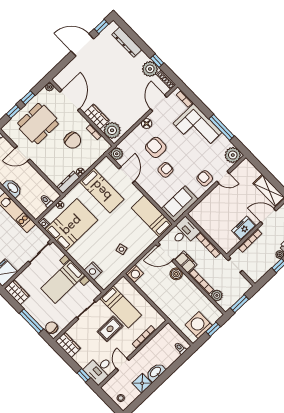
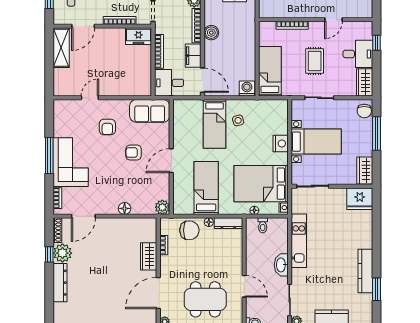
dresser: (127, 42) -> (60, 283), moved
floor lamp: (147, 124) -> (125, 208), moved
window: (222, 127) -> (49, 156), moved
plant: (112, 130) -> (147, 231), removed
chair: (73, 140) -> (189, 230), moved, turned 90
armchair: (156, 147) -> (123, 180), removed
plant: (233, 155) -> (63, 109), removed
door: (127, 175) -> (171, 161), moved
door: (223, 177) -> (90, 98), hinge flipped
armchair: (205, 178) -> (107, 127), moved
bed: (152, 216) -> (215, 124), moved
door: (268, 216) -> (83, 26), hinge flipped
freezer: (244, 228) -> (139, 36), moved
nightstand: (93, 271) -> (281, 144), moved
boiler: (176, 274) -> (211, 33), moved
bed: (121, 307) -> (270, 71), moved
rug: (110, 329) -> (315, 61), turned 90
desk: (99, 369) -> (358, 54), moved

